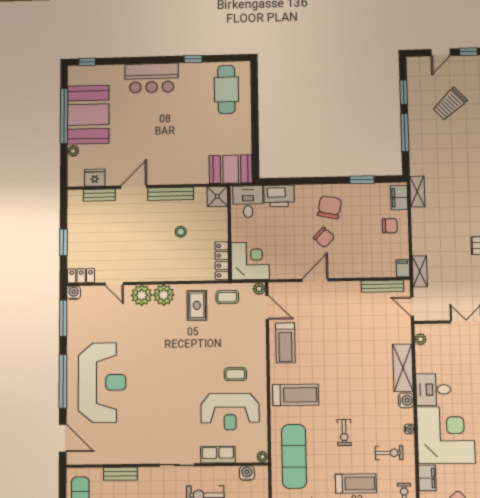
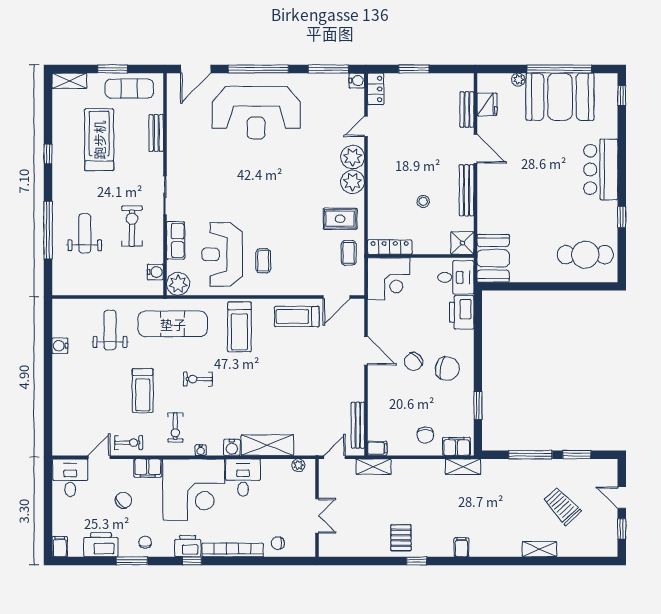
plant: (259, 289) -> (357, 288), removed
plant: (262, 457) -> (178, 284), width x1.87, depth x1.87

